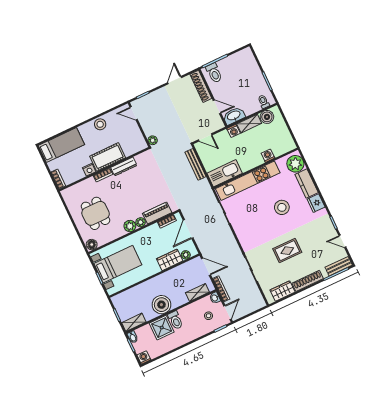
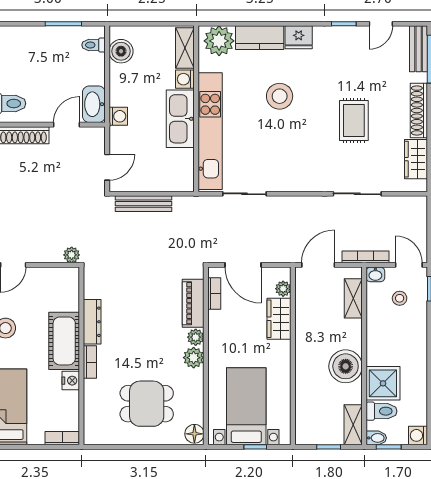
shelving: (249, 124) -> (185, 48), moved
kitchen sink: (225, 173) -> (180, 119), moved
toilet: (175, 320) -> (381, 411), moved

